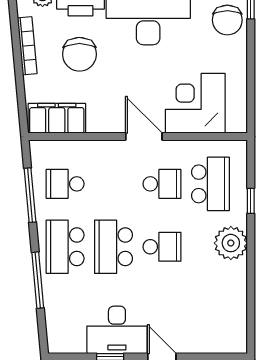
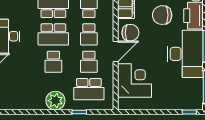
chair: (227, 20) -> (130, 33), moved, turned 180
school desk: (114, 184) -> (89, 34), added
school desk: (114, 247) -> (53, 34), turned 180

